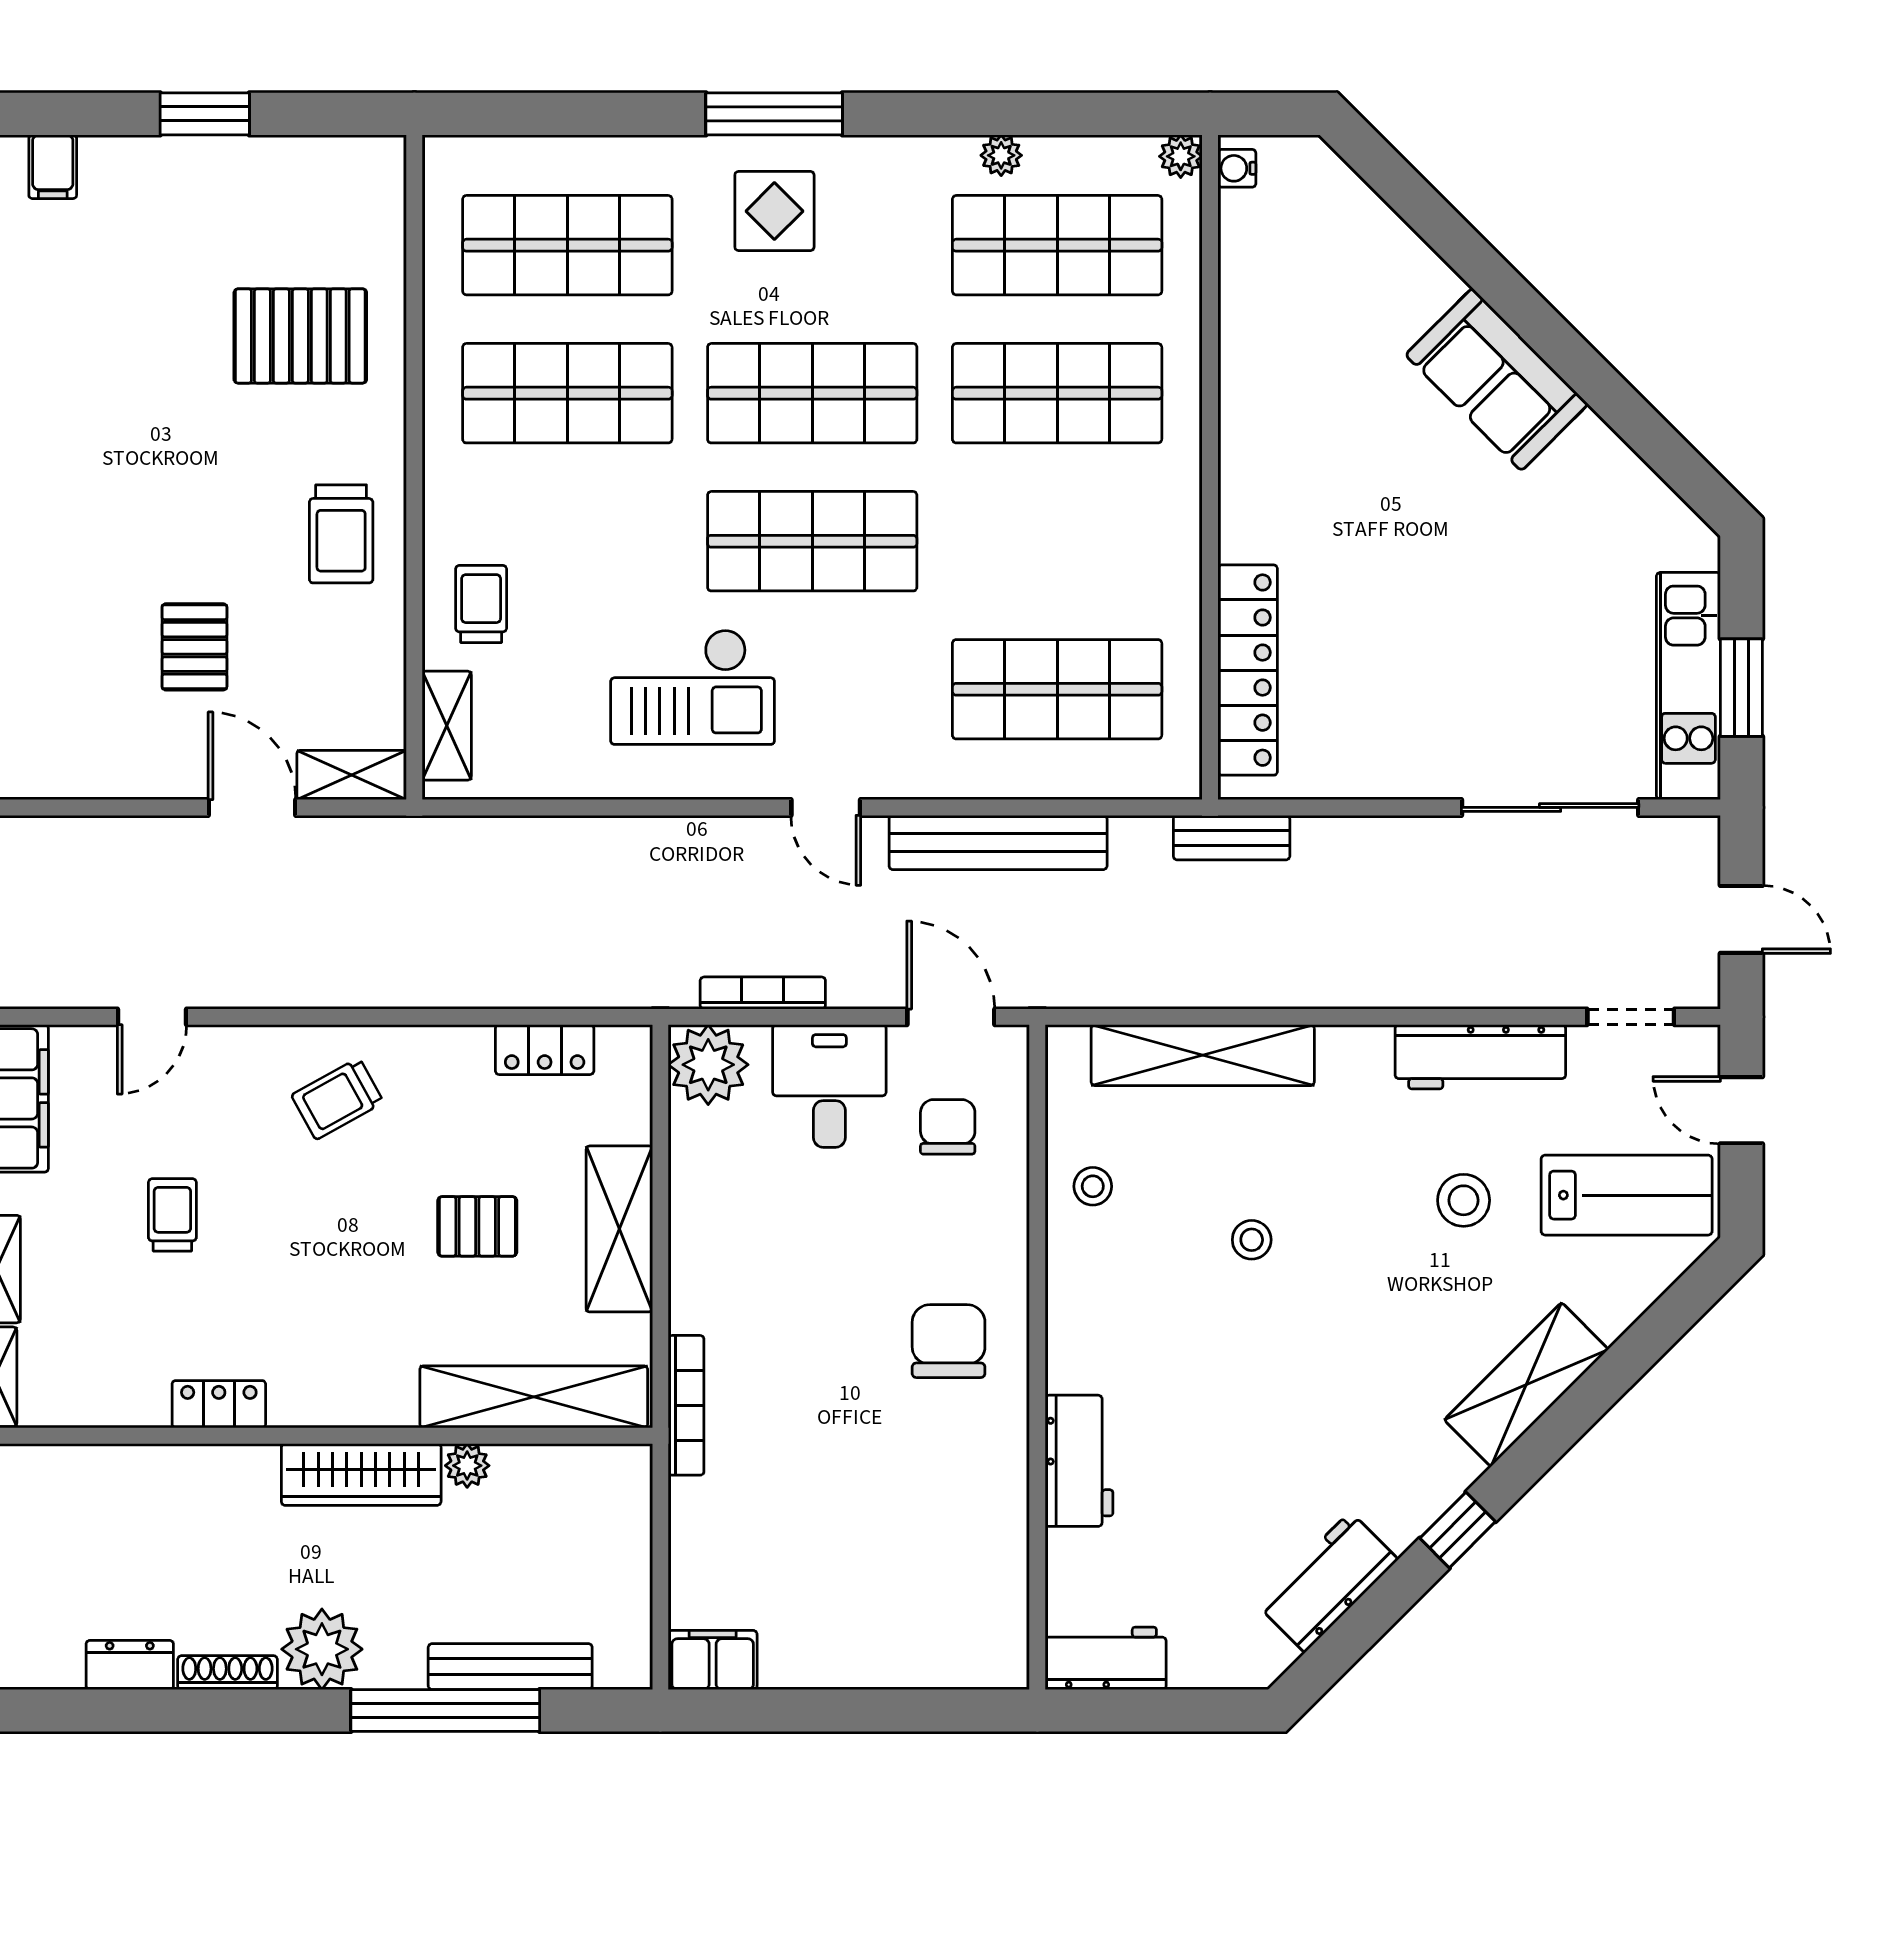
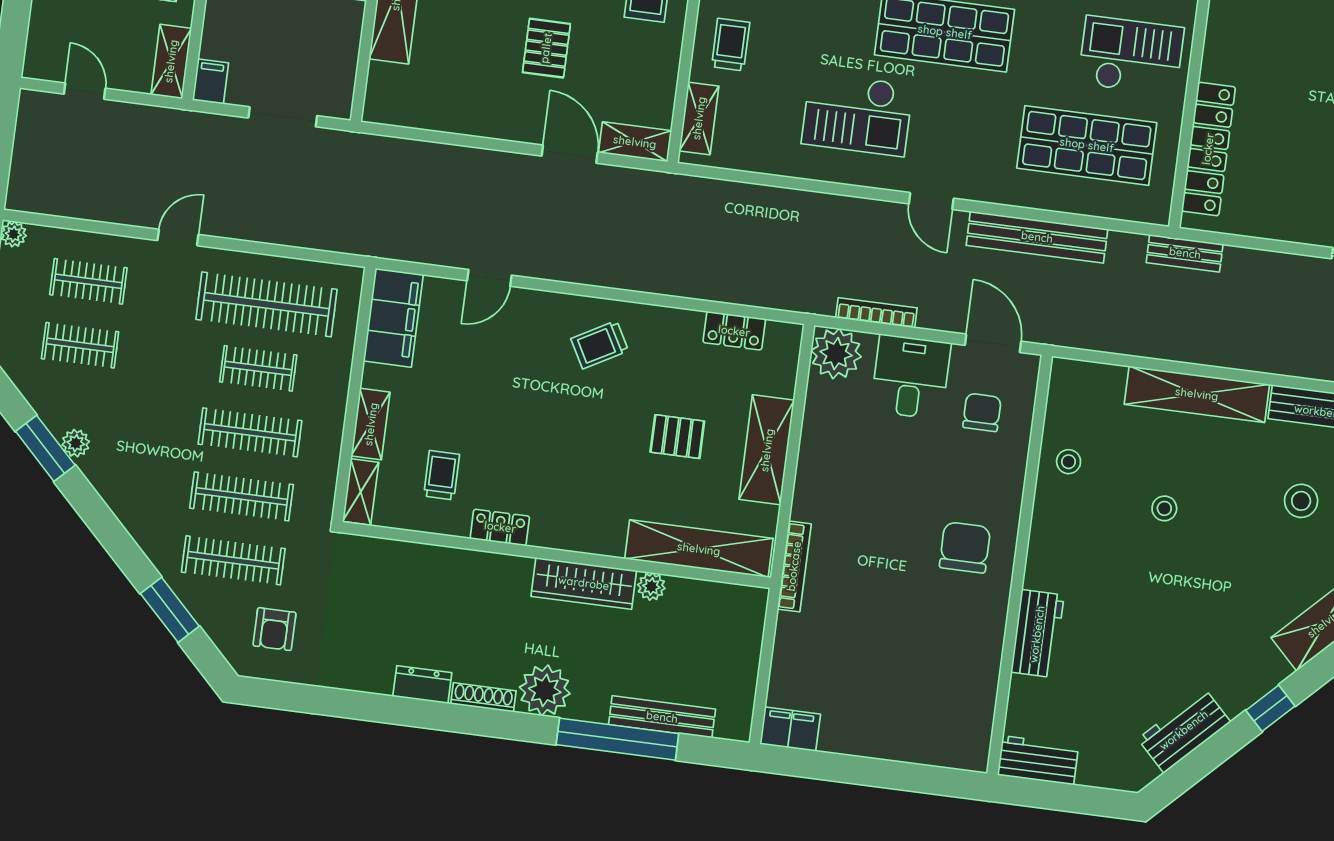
checkout: (1108, 540) -> (1131, 56), added
shelving: (1203, 1055) -> (1197, 394), moved
trolley: (172, 1215) -> (442, 475), moved

